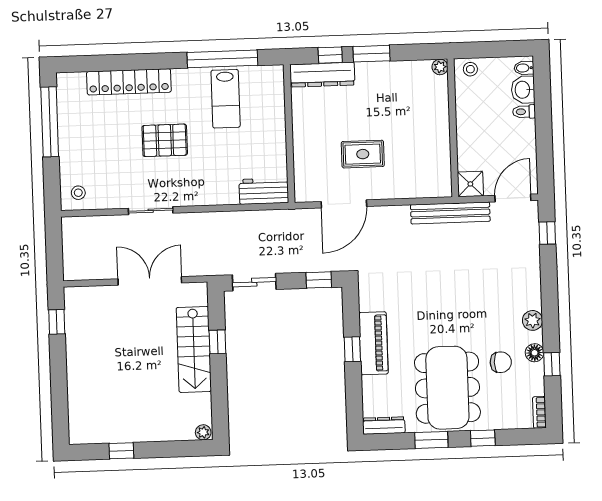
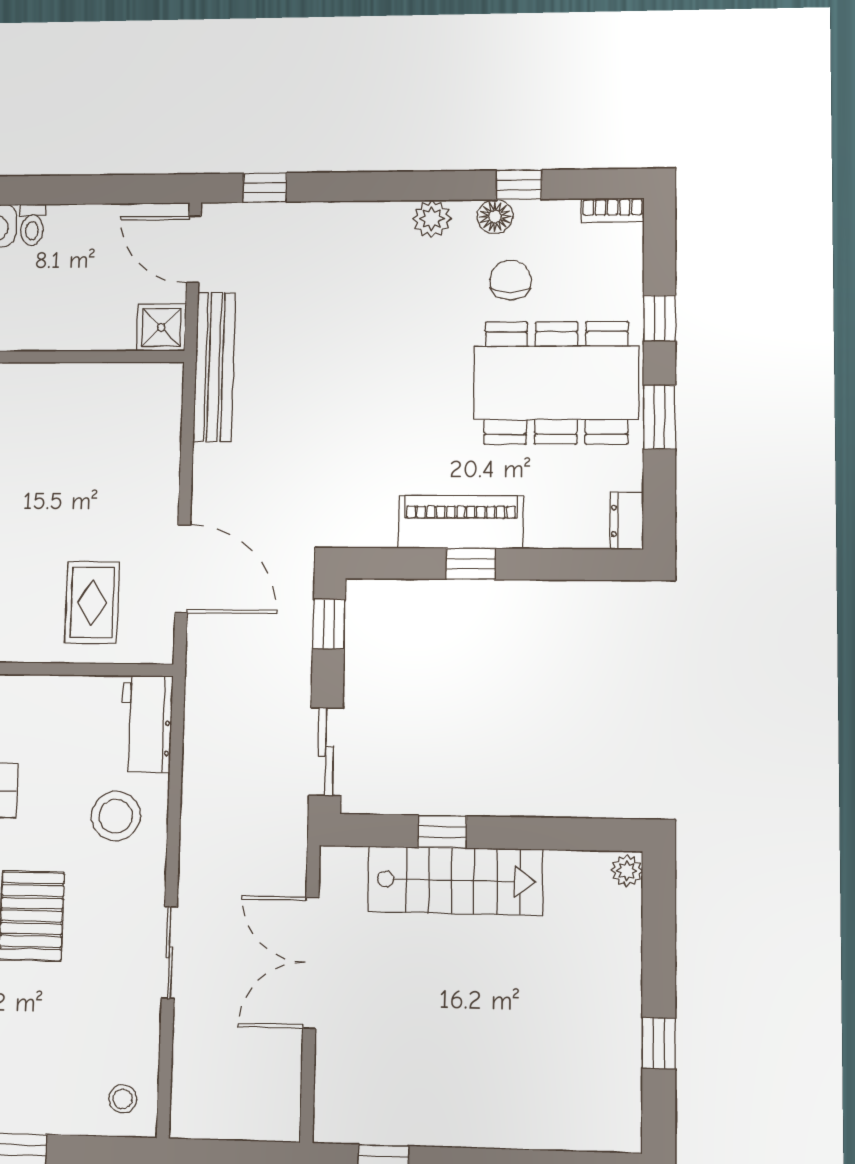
rug: (363, 154) -> (92, 602), moved
stool: (217, 179) -> (116, 816), added
dresser: (384, 426) -> (627, 521), width x0.70

